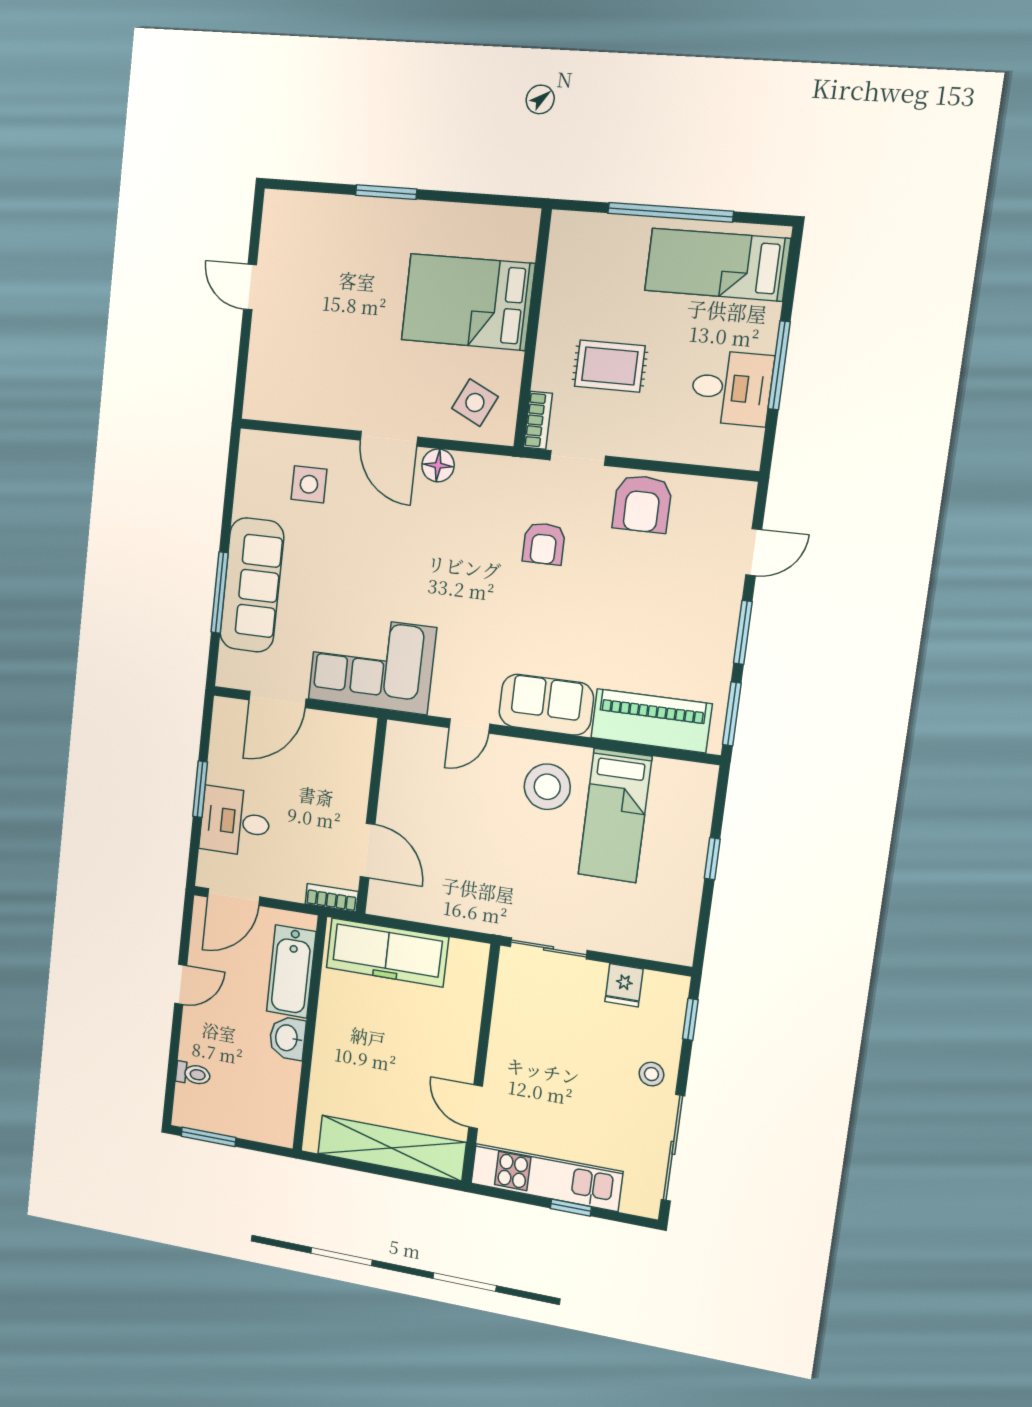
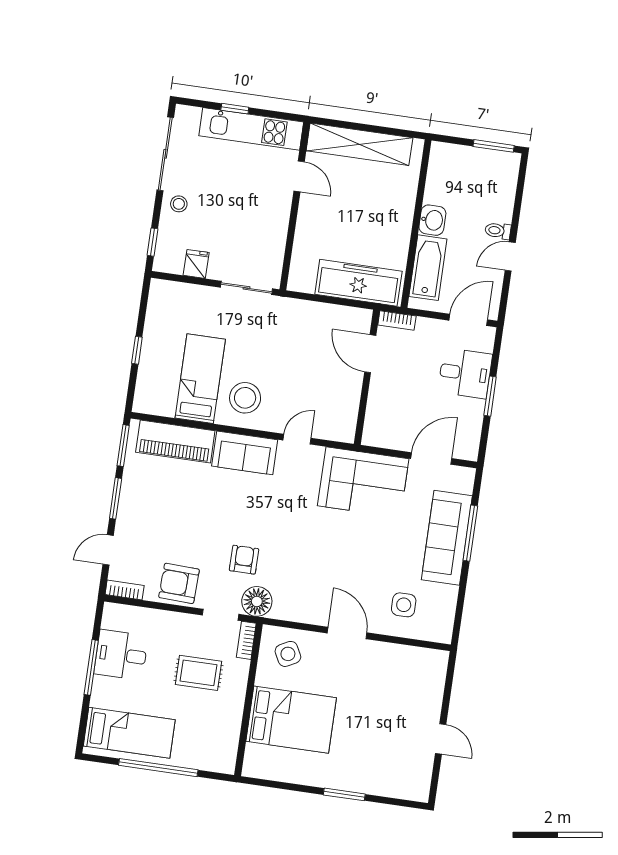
side table: (475, 403) -> (288, 654), turned 36
floor lamp: (438, 465) -> (257, 601), moved, width x1.38, depth x1.38
bookcase: (727, 490) -> (125, 590), added
armchair: (642, 504) -> (179, 583), turned -88
toilet: (193, 1074) -> (498, 231), moved

